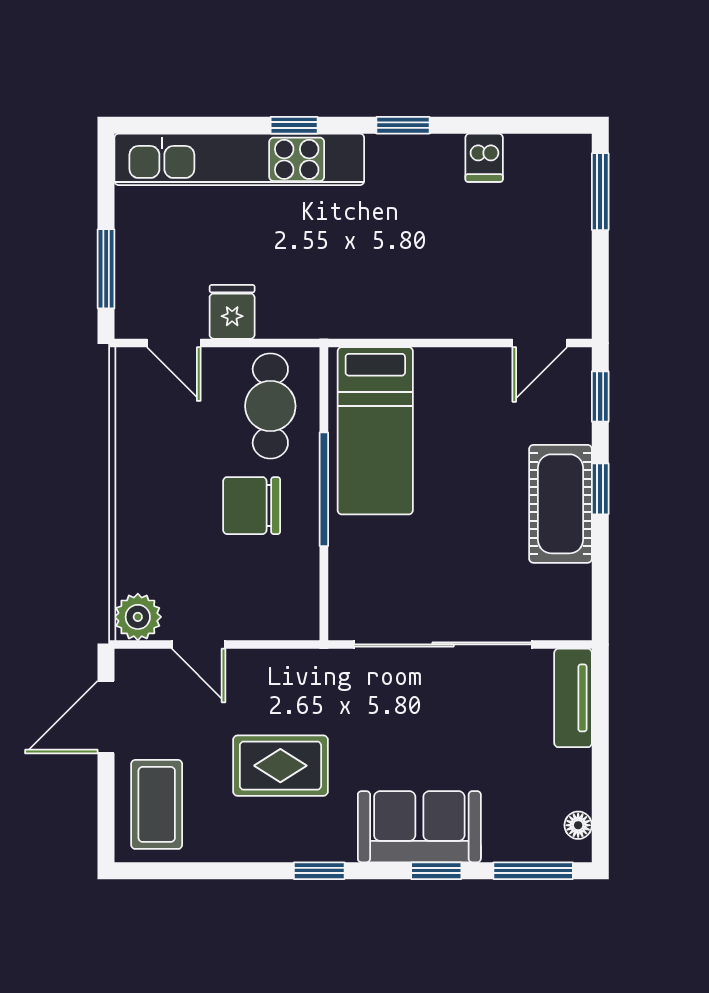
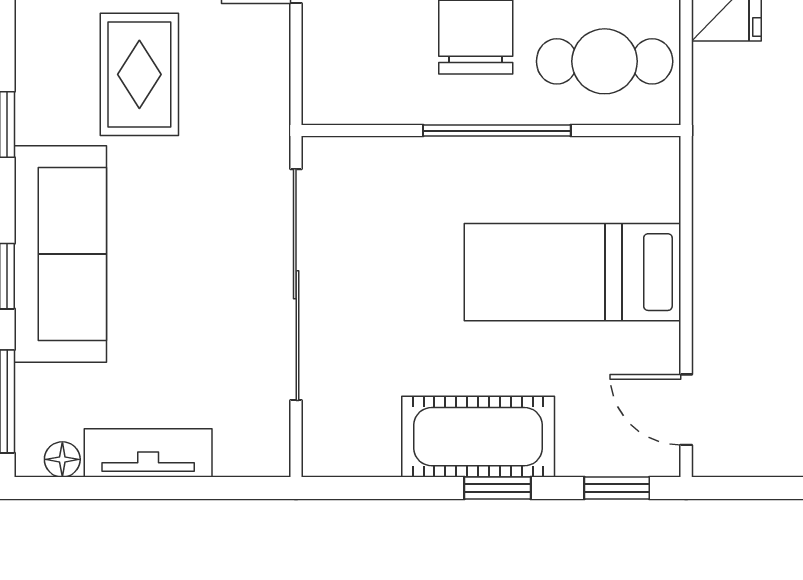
bed: (375, 431) -> (572, 272), moved
tv unit: (573, 698) -> (148, 453), moved
sofa: (419, 827) -> (60, 254), width x1.36

